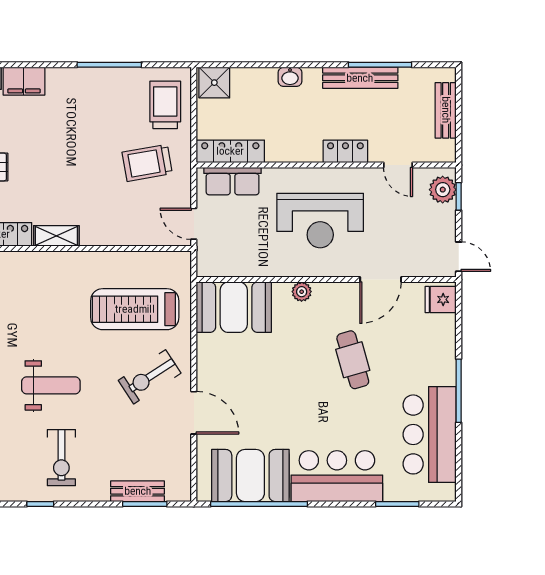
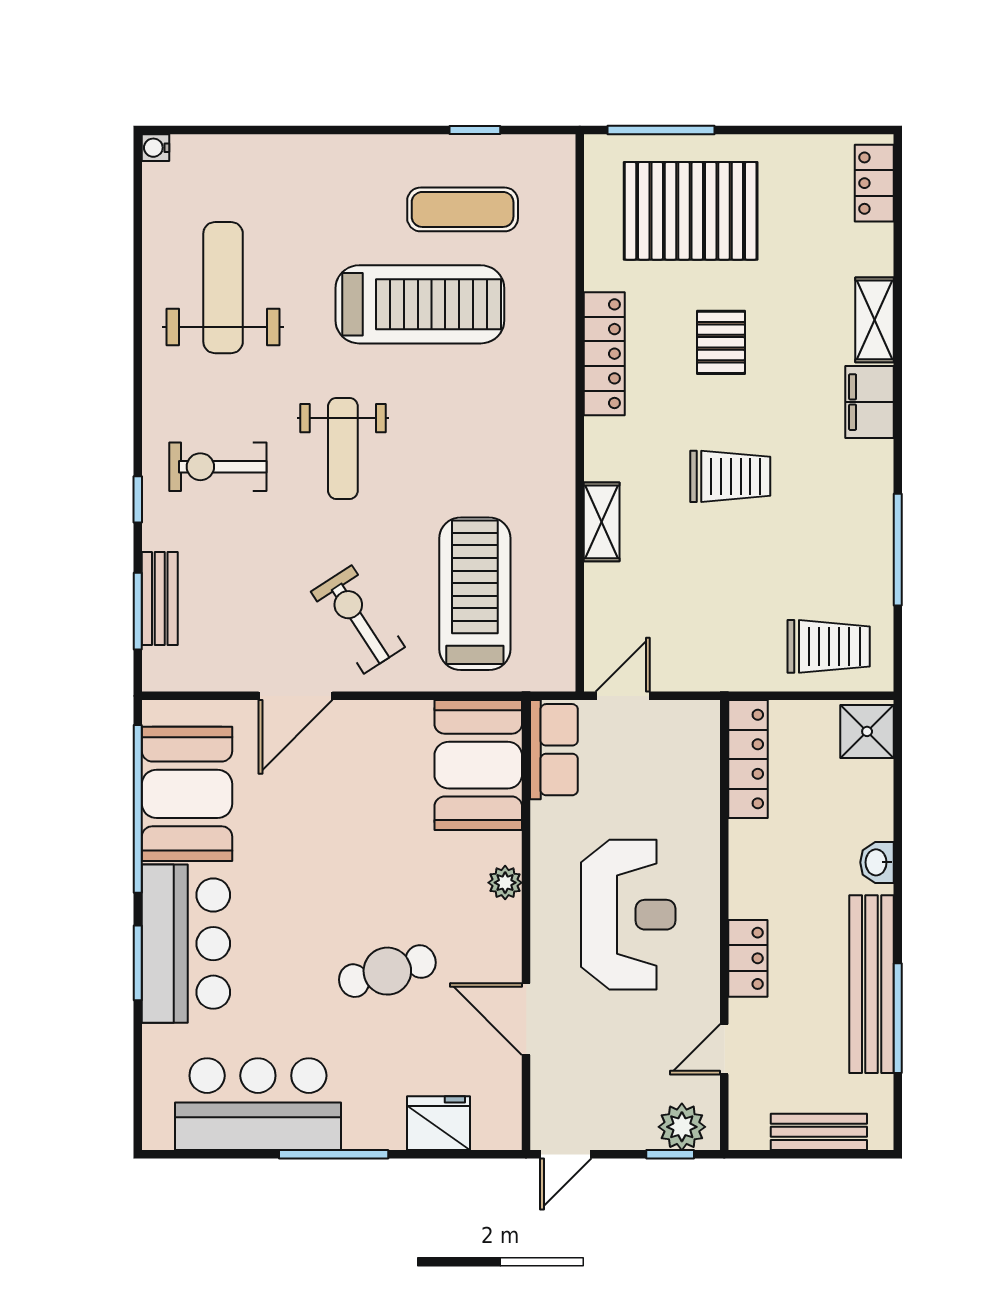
bench: (360, 78) -> (872, 984), width x1.37, depth x1.21
trolley: (147, 163) -> (730, 476), moved, turned 100
row of seats: (233, 181) -> (554, 750), moved, turned 180
reception desk: (320, 221) -> (628, 915), turned 180
shelving: (56, 236) -> (602, 522), moved
fridge: (441, 299) -> (439, 1123), moved, width x1.38
window: (40, 504) -> (138, 499), moved
window: (397, 504) -> (138, 963), moved

